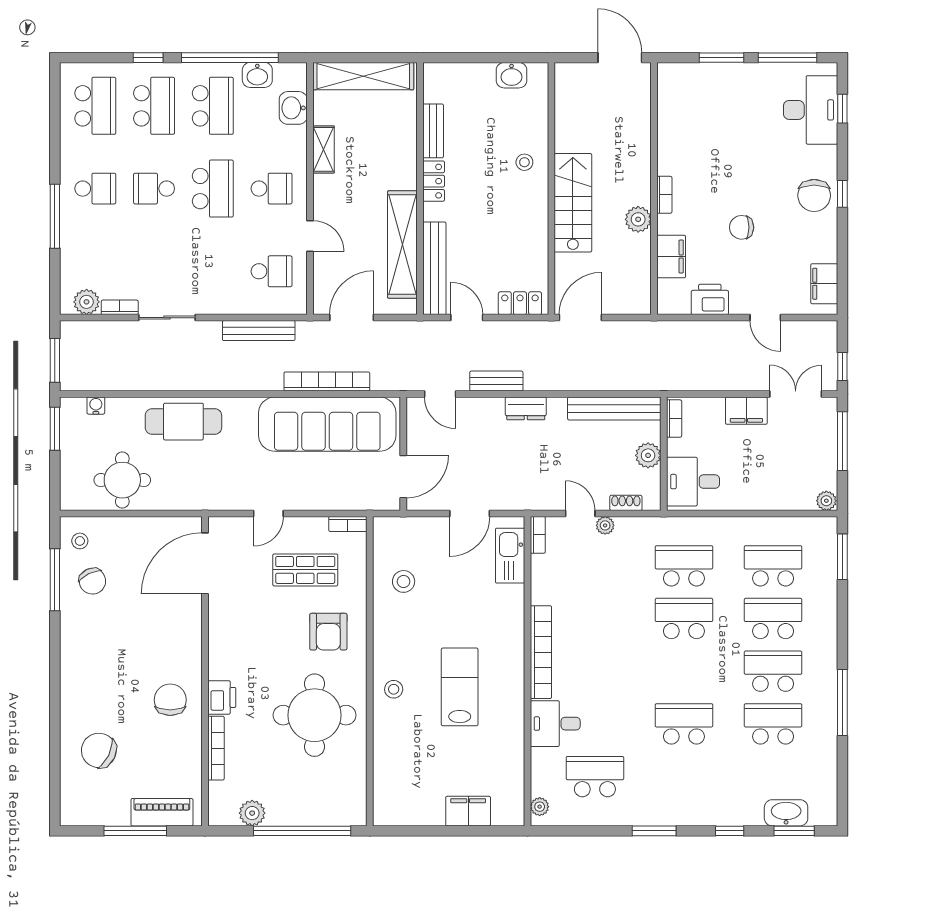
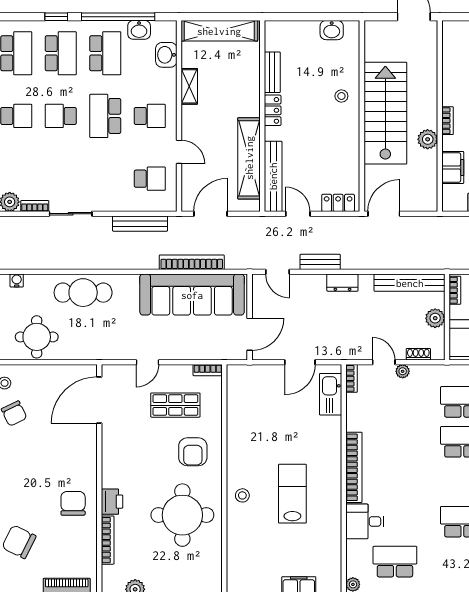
school desk: (213, 189) -> (105, 116), turned 180
stairs: (573, 203) -> (385, 113), width x1.36, depth x1.51
stool: (404, 581) -> (250, 414), removed

